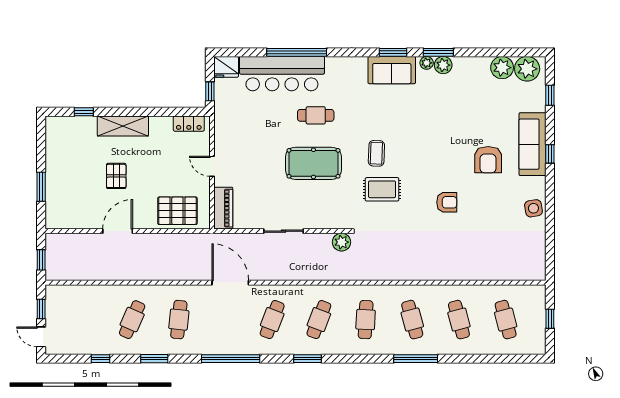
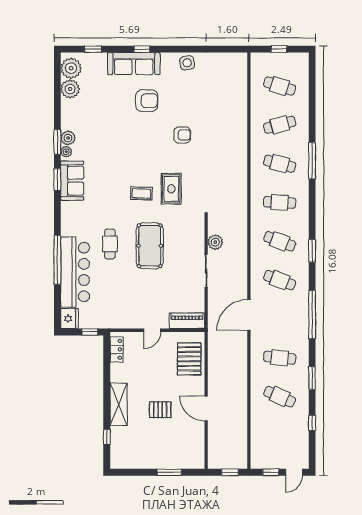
armchair: (447, 202) -> (182, 135), turned 90
plant: (342, 242) -> (215, 242), moved
cafe table: (412, 320) -> (280, 164), turned 30
cafe table: (506, 320) -> (280, 86), turned 33

